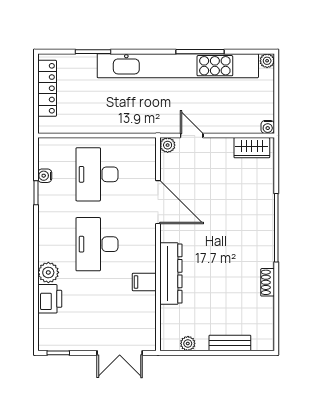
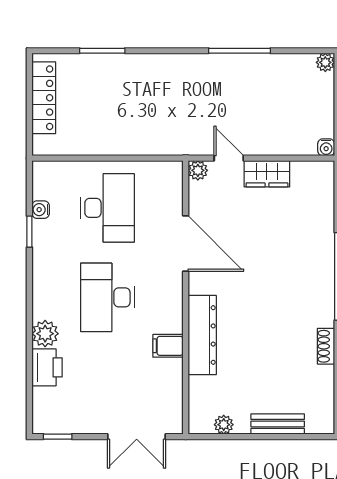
kitchen unit: (178, 66) -> (211, 69), removed
wardrobe: (252, 148) -> (267, 174), moved
desk: (97, 174) -> (107, 208), turned 180

